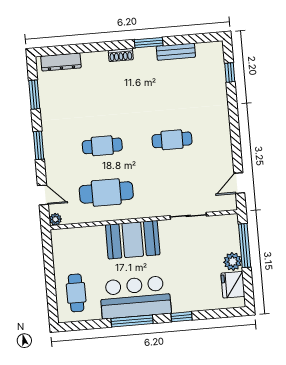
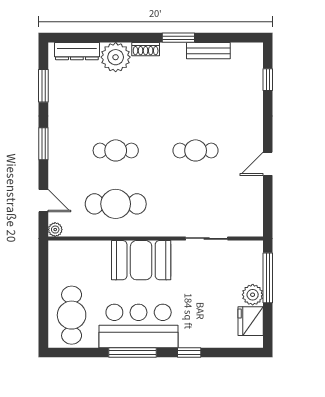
plant: (95, 64) -> (116, 57), added
door: (239, 183) -> (268, 164), moved
cafe table: (76, 293) -> (72, 315), width x1.37, depth x1.35

